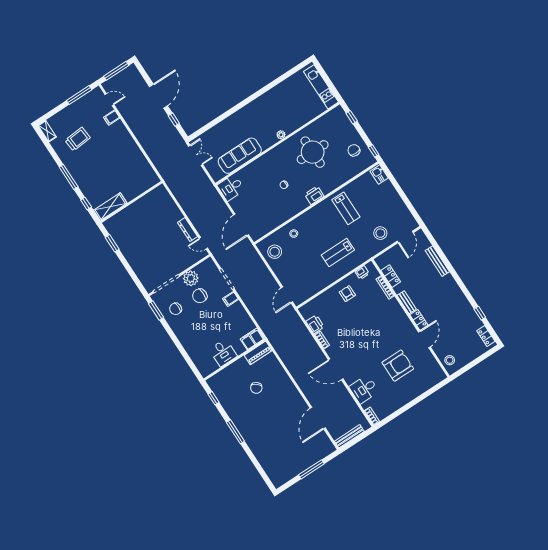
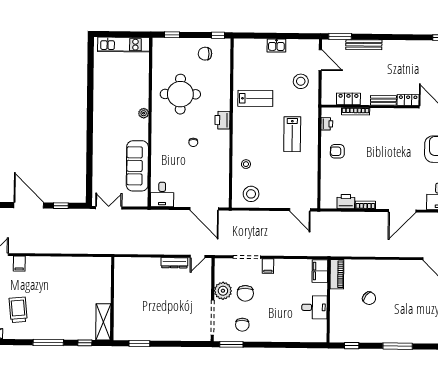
kitchen sink: (379, 175) -> (276, 46), moved
window: (432, 240) -> (340, 37), added

